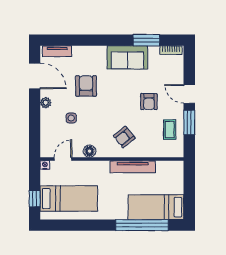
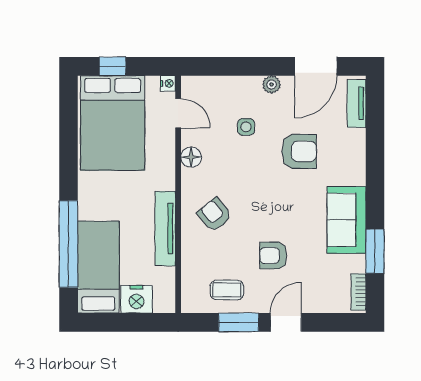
nightstand: (175, 184) -> (136, 299), added
bed: (69, 199) -> (113, 123), width x1.50

